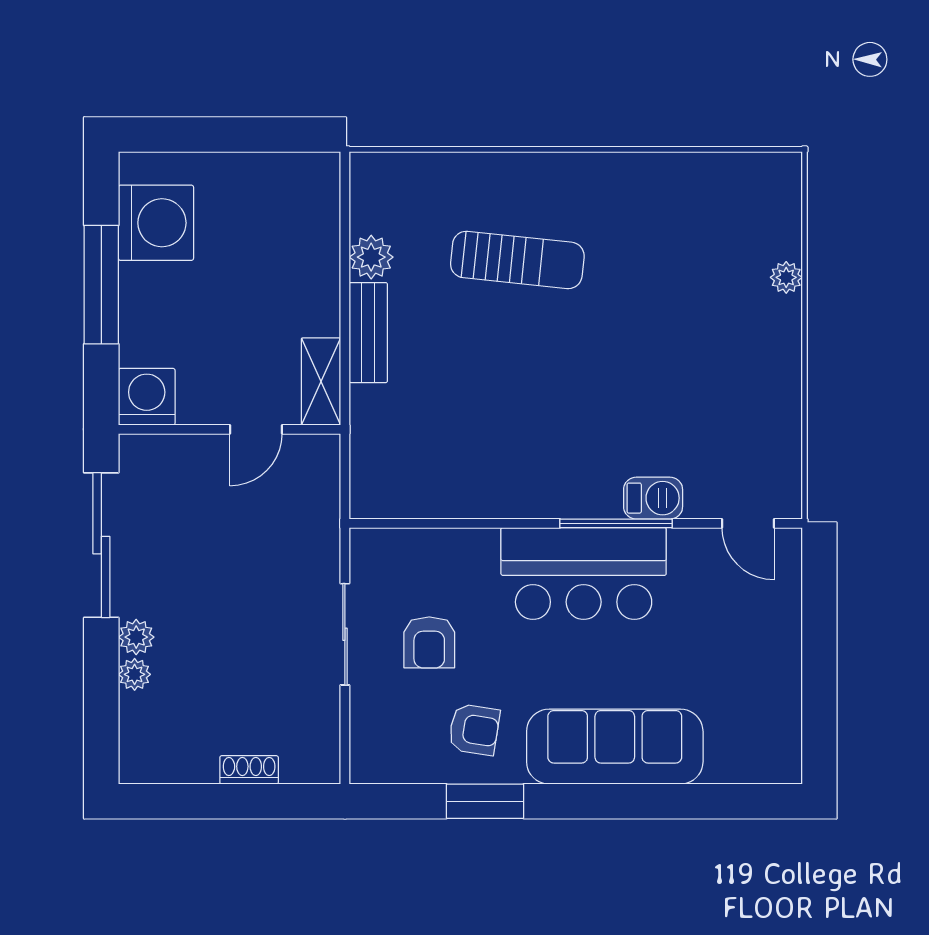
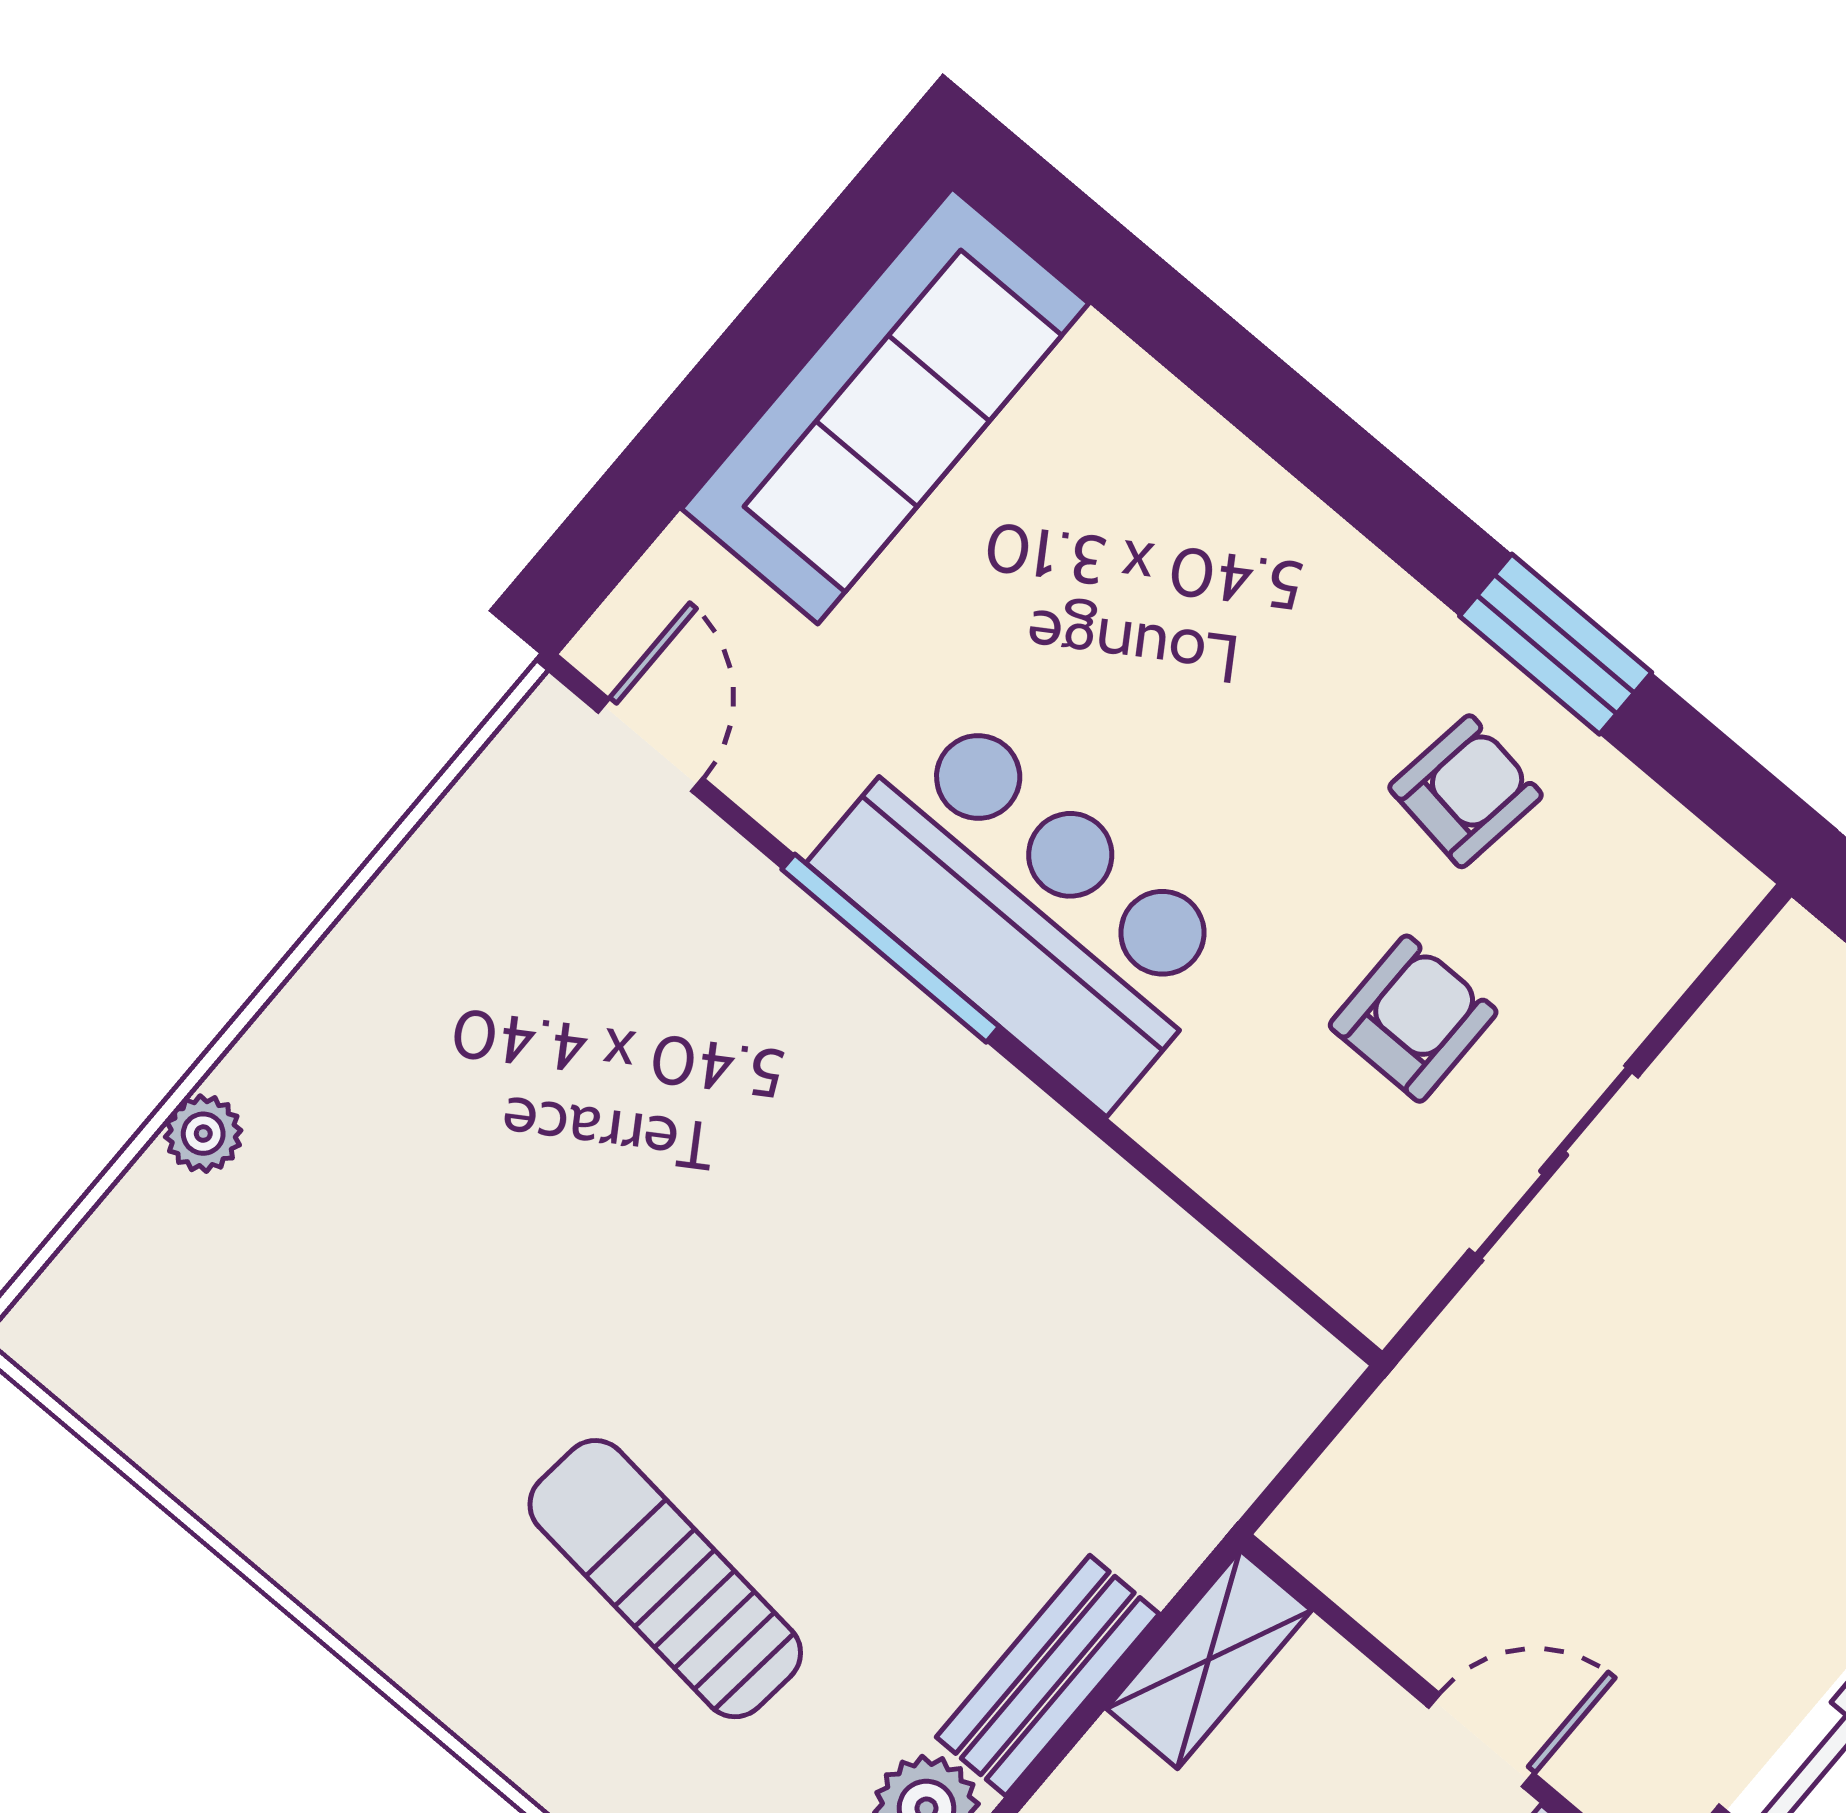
door: (256, 429) -> (1481, 1740), moved
barbecue: (653, 498) -> (784, 937), removed
armchair: (474, 730) -> (1465, 791), turned 89
sofa: (615, 747) -> (885, 406), moved, turned -90

